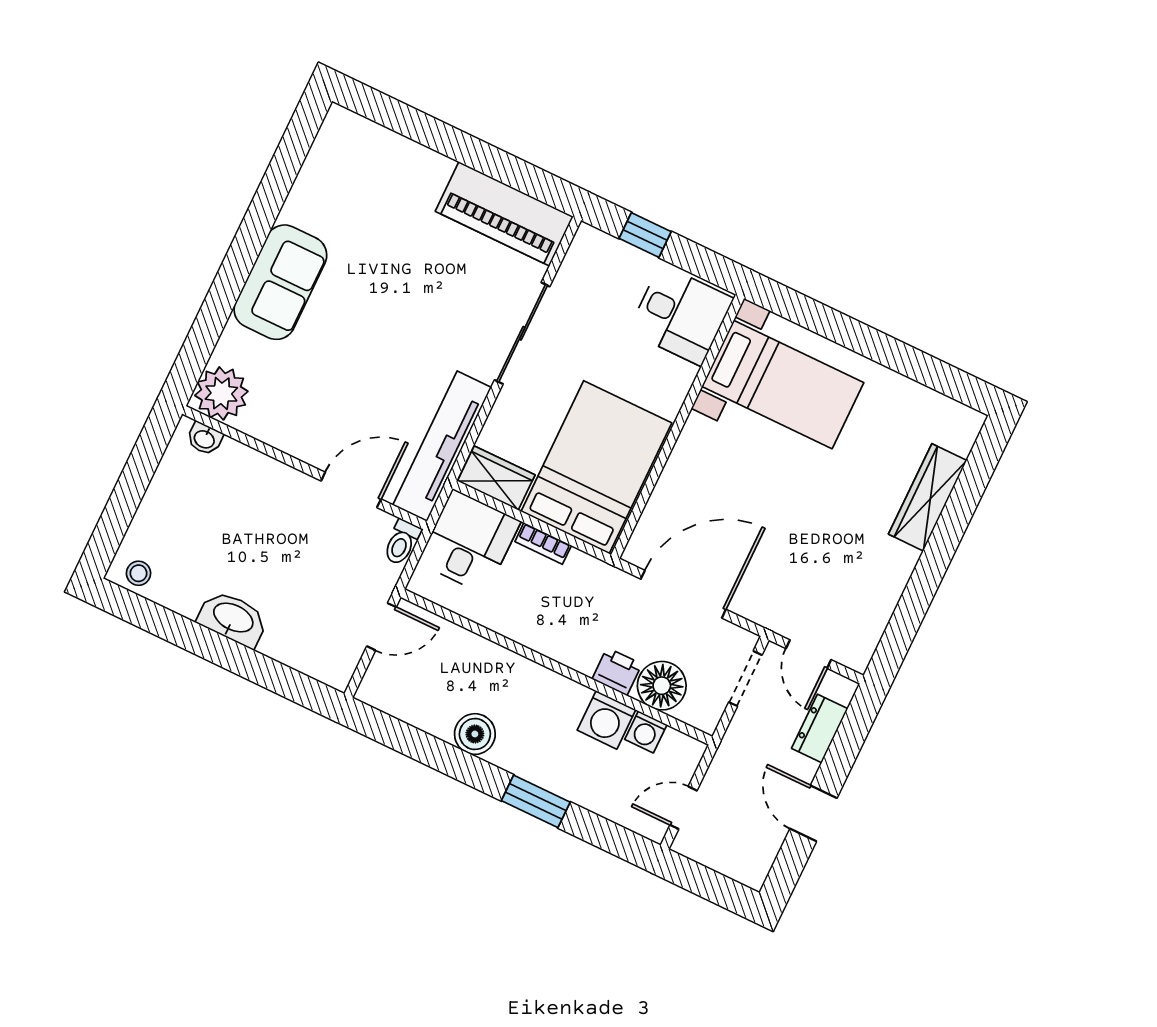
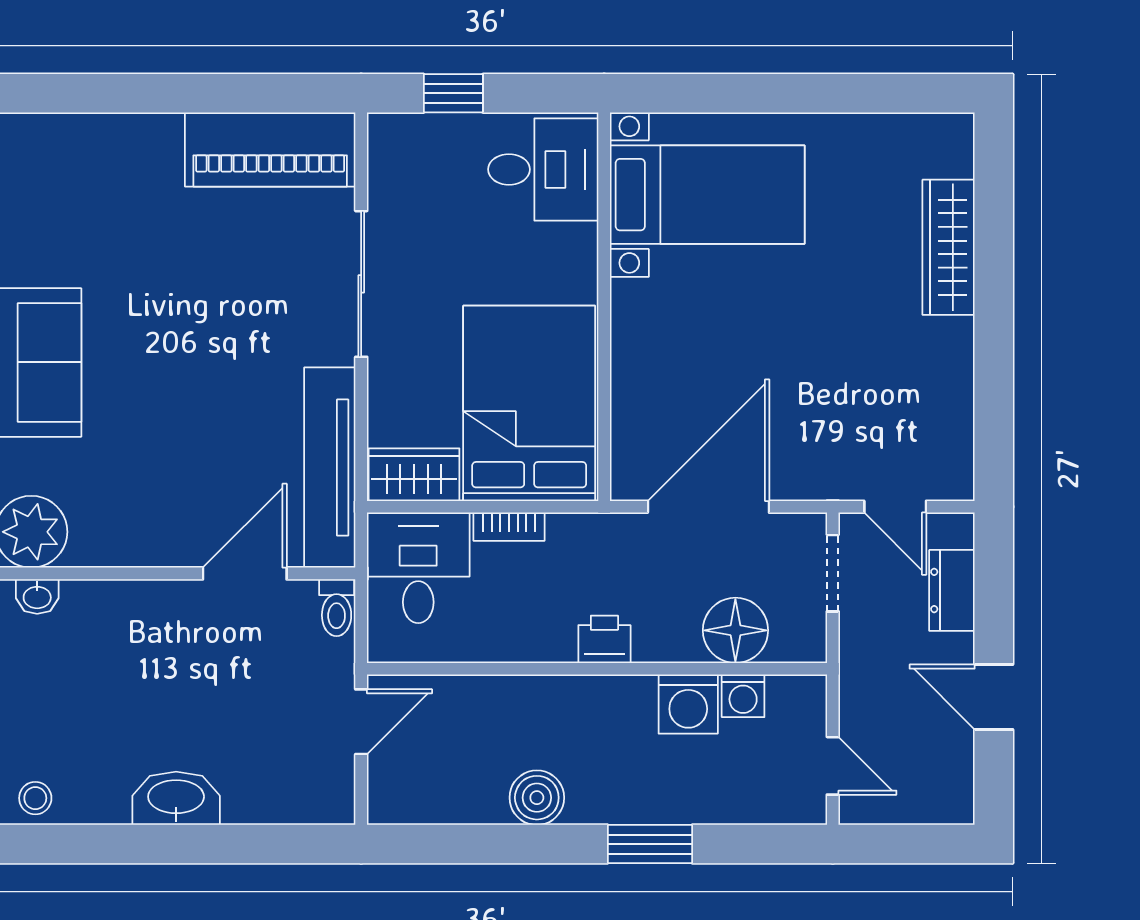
printer: (617, 672) -> (604, 639), moved
door: (683, 808) -> (833, 766), swing flipped

